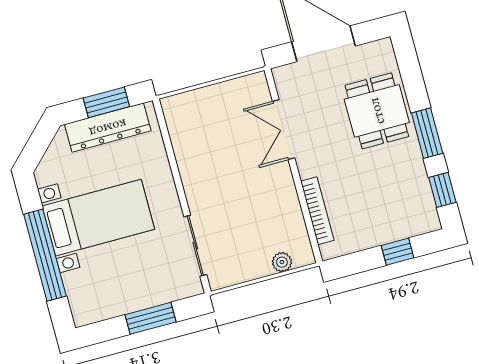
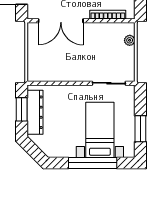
double door: (284, 130) -> (61, 21), width x1.37
bed with nightstands: (98, 218) -> (100, 130), moved
window: (150, 318) -> (140, 129), moved

